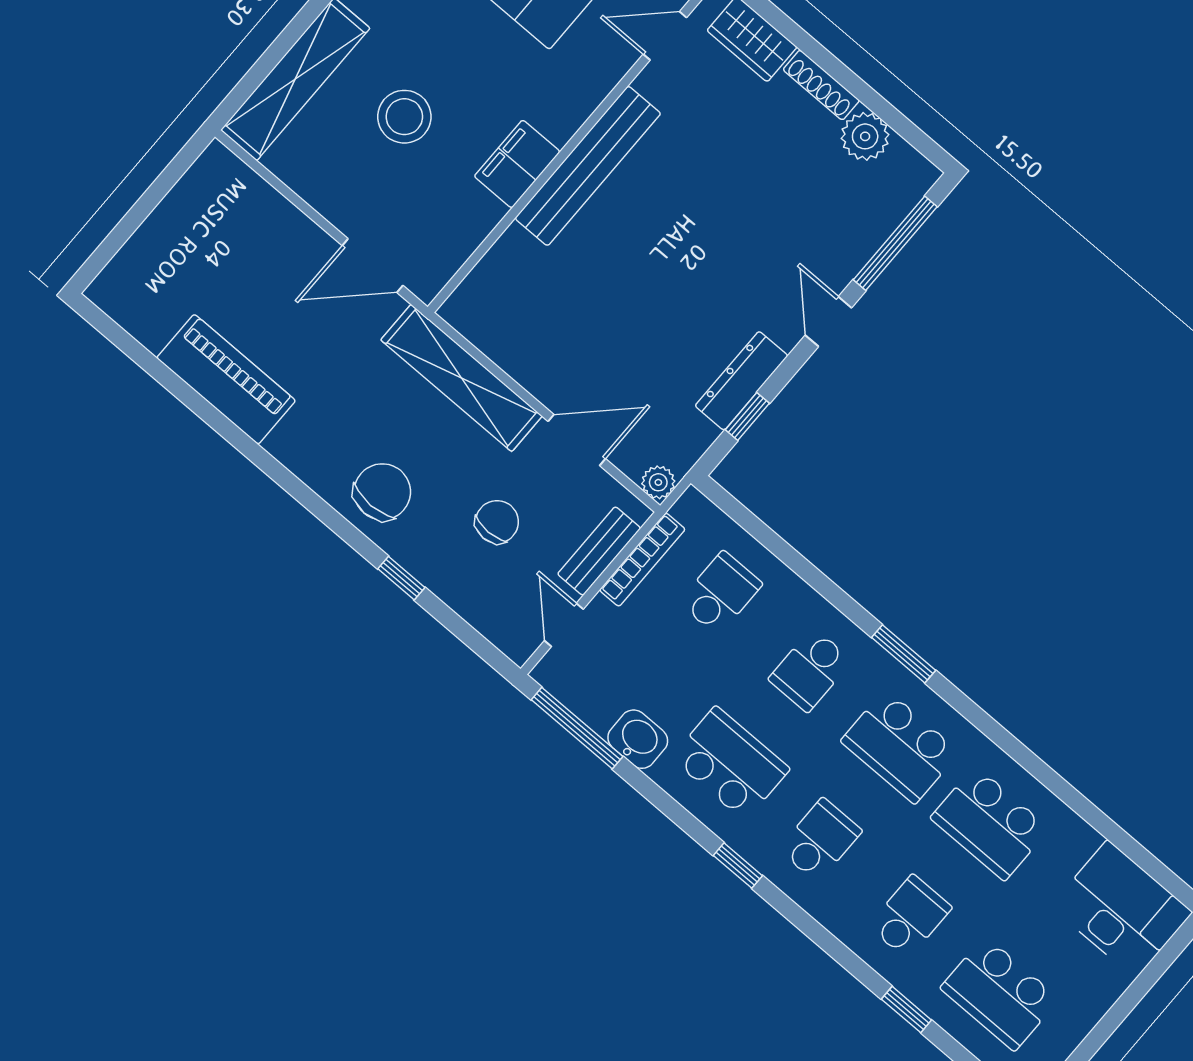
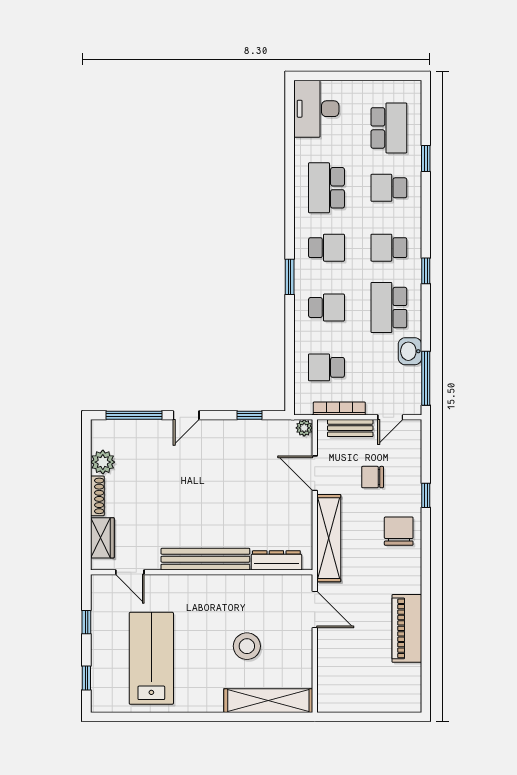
filing cabinet: (517, 164) -> (228, 587), removed
dresser: (741, 381) -> (276, 560), moved, turned 180
chair: (382, 492) -> (399, 531), turned 90
school desk: (900, 747) -> (326, 248), width x0.54
school desk: (990, 823) -> (326, 188), turned 180

